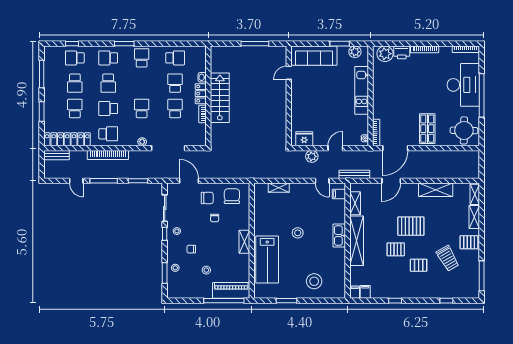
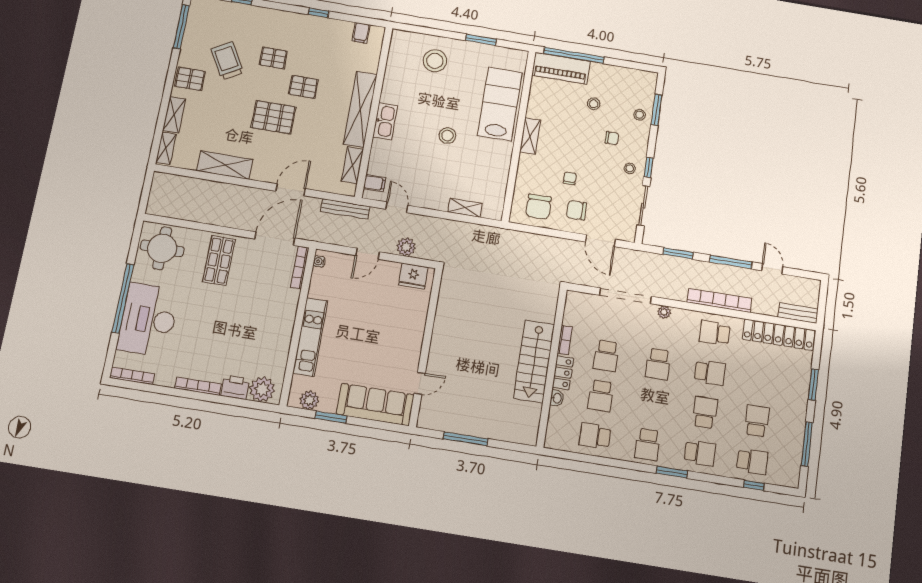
school desk: (75, 109) -> (762, 381), removed
filing cabinet: (355, 292) -> (377, 35), removed

